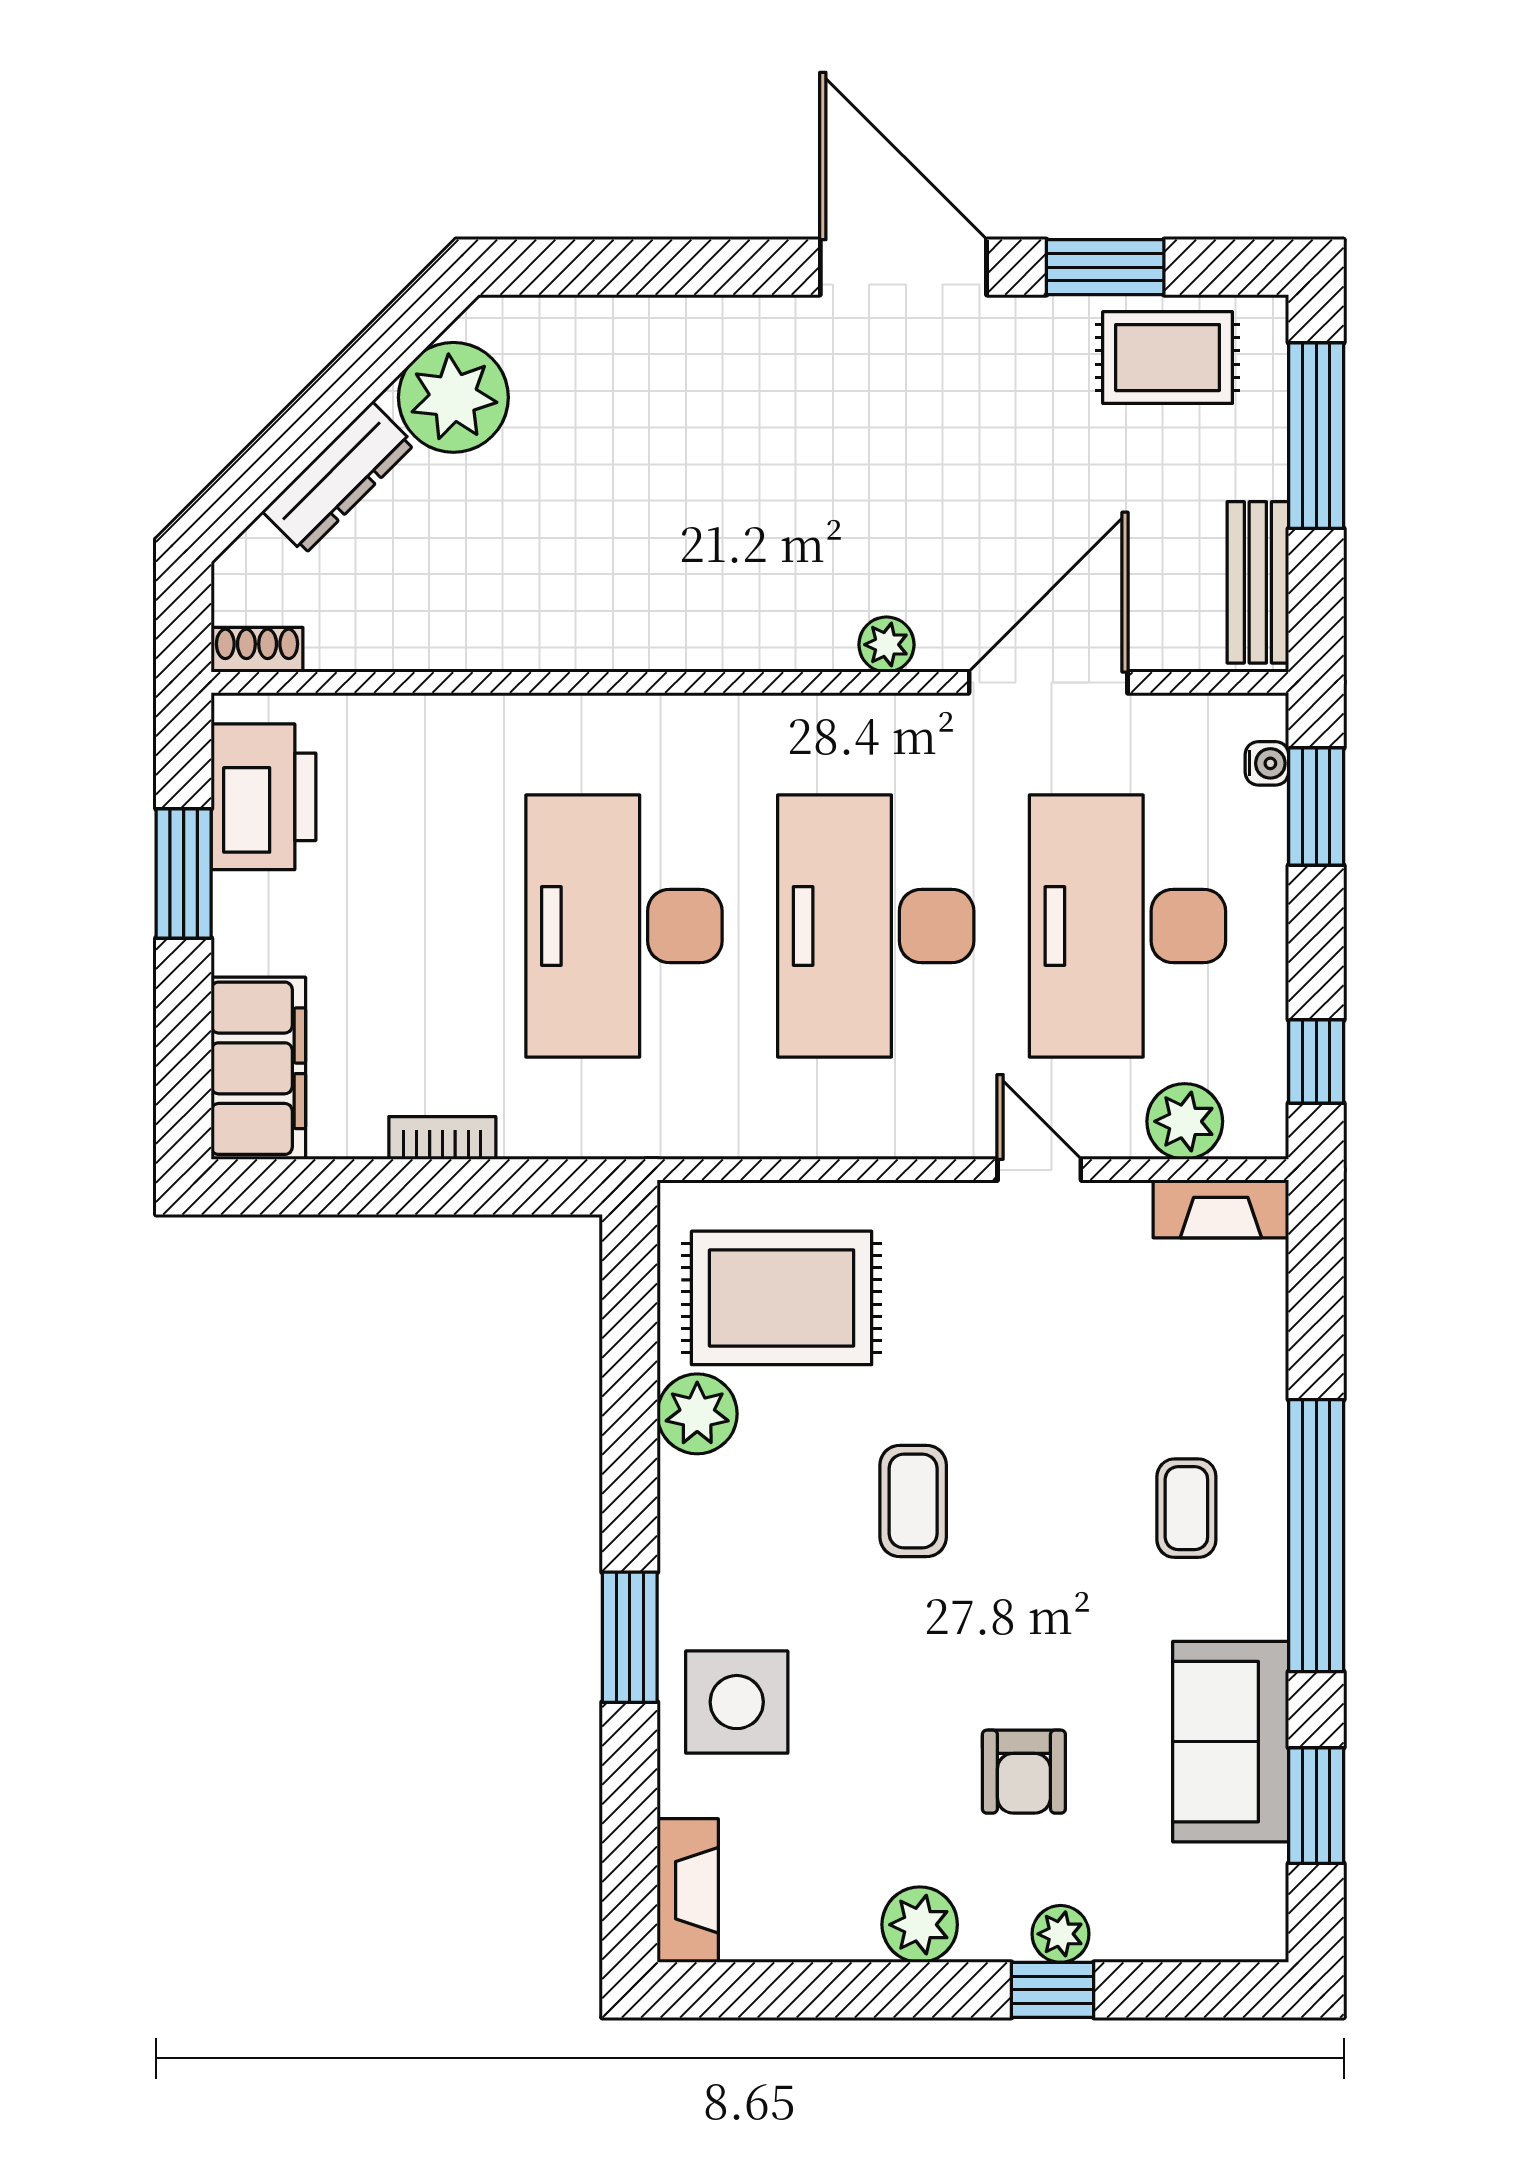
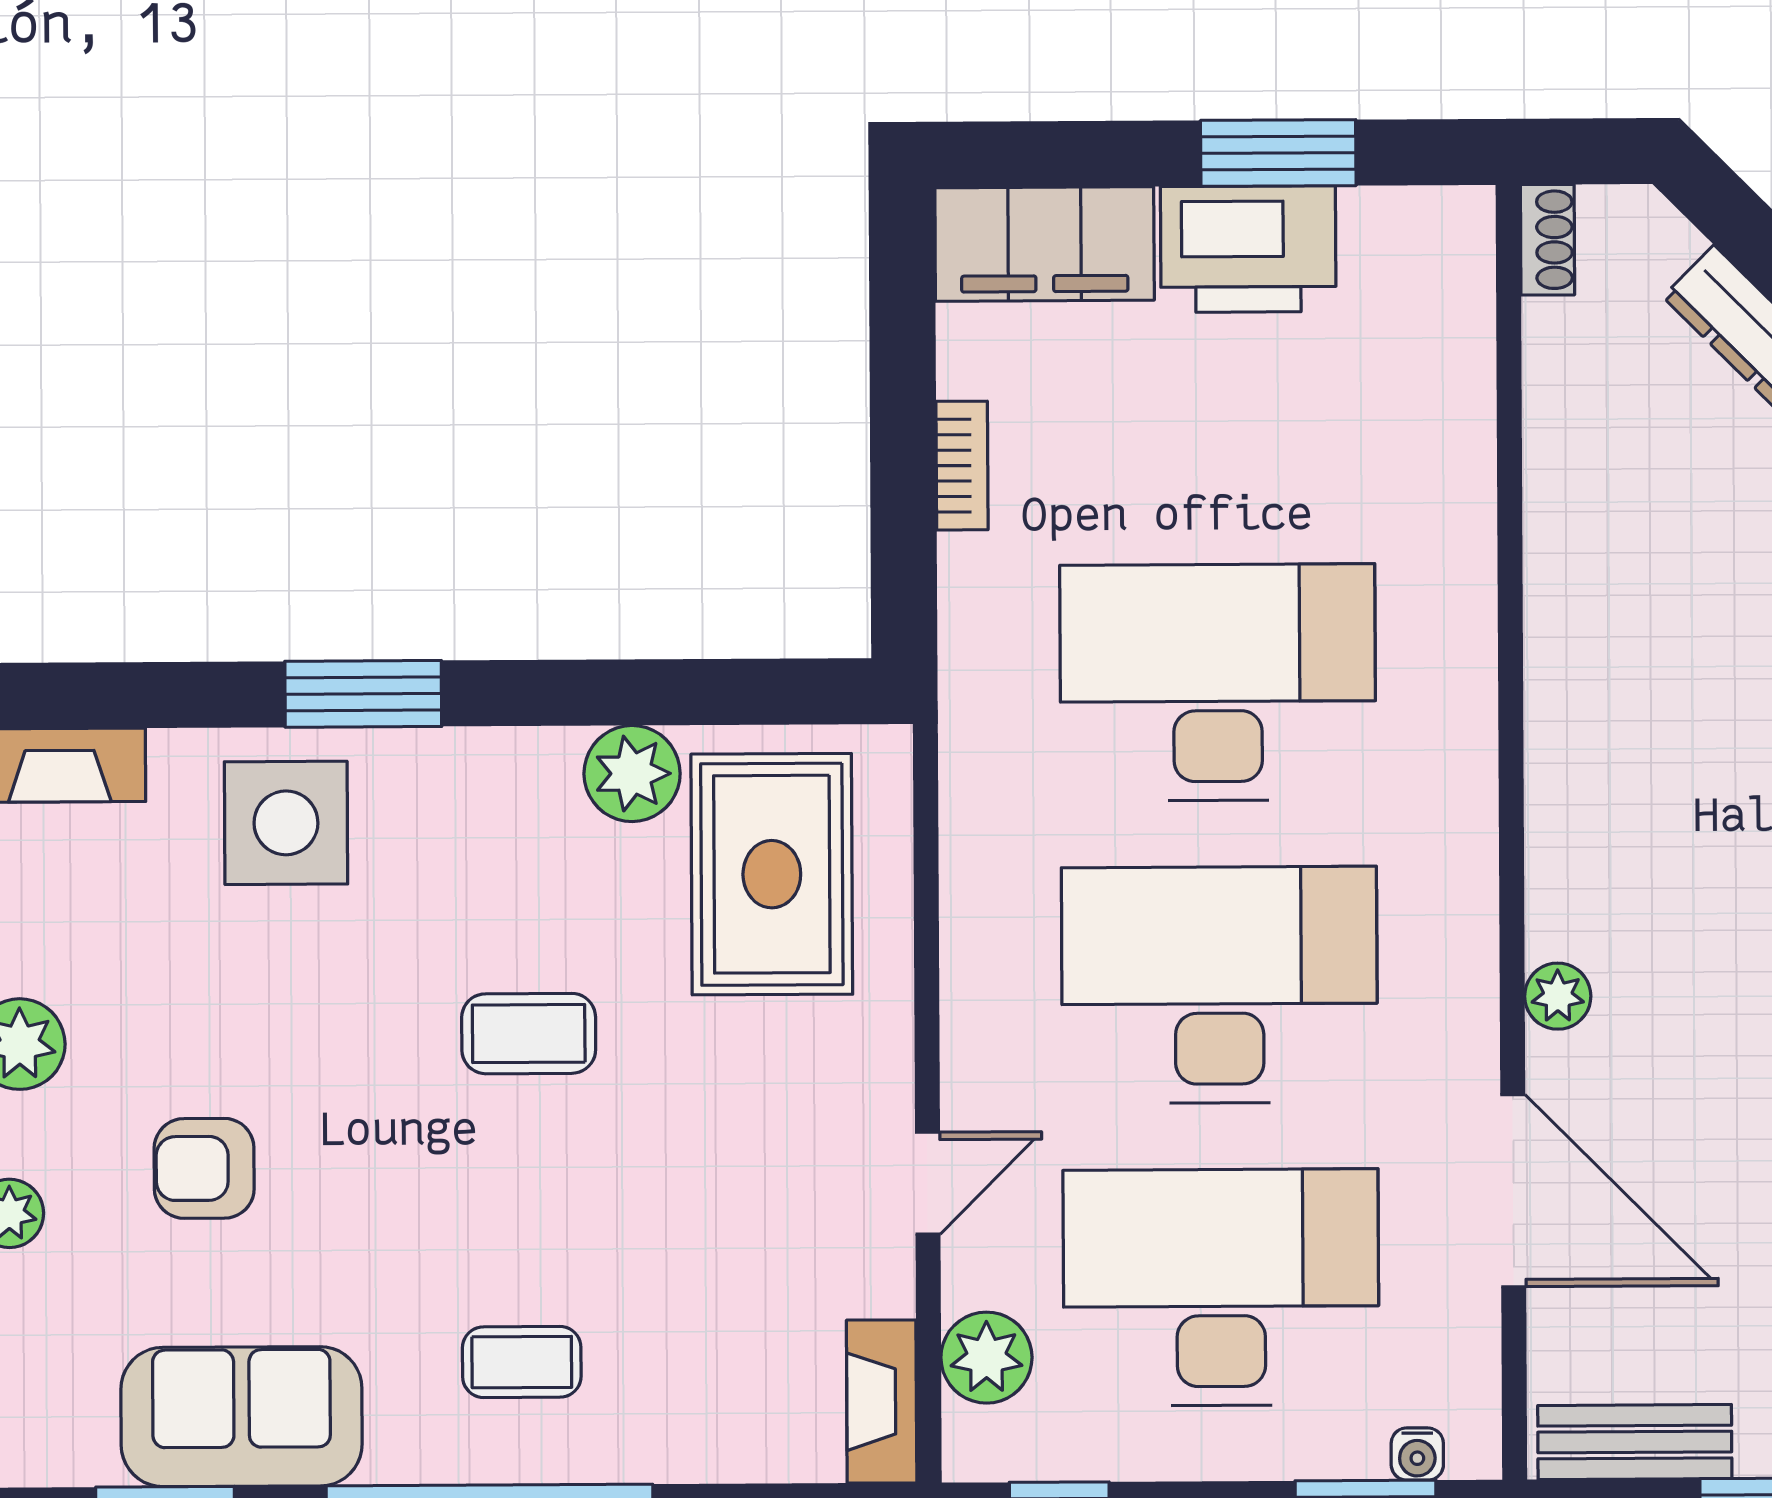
printer: (263, 797) -> (1248, 249), moved

